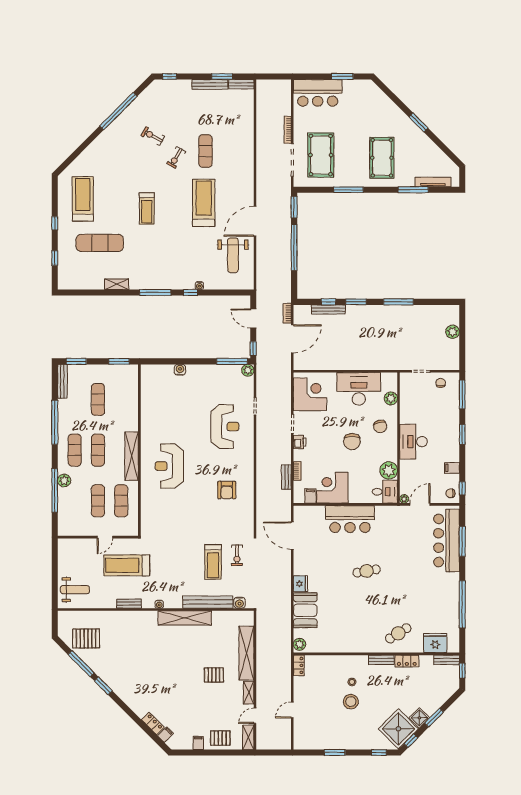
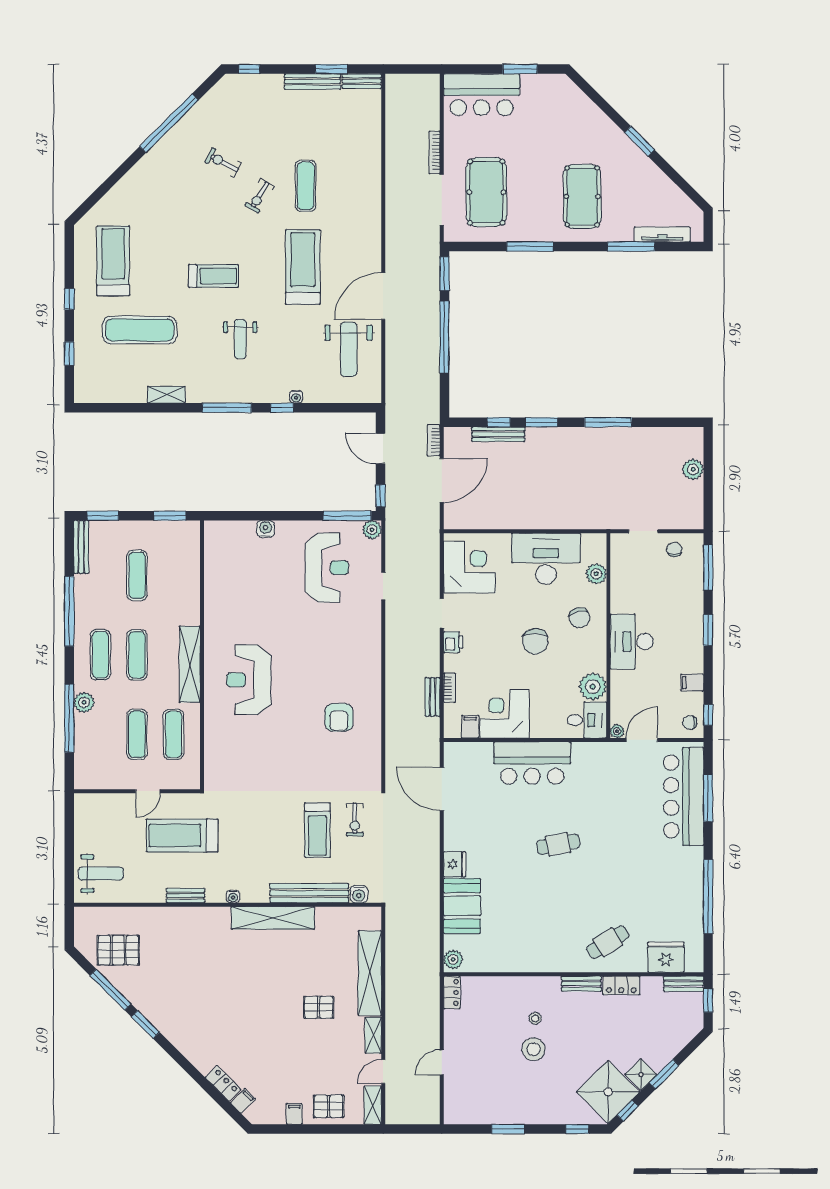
treadmill: (147, 209) -> (213, 276), turned -90
weight bench: (164, 249) -> (240, 339), added
reception desk: (225, 427) -> (327, 568), moved

